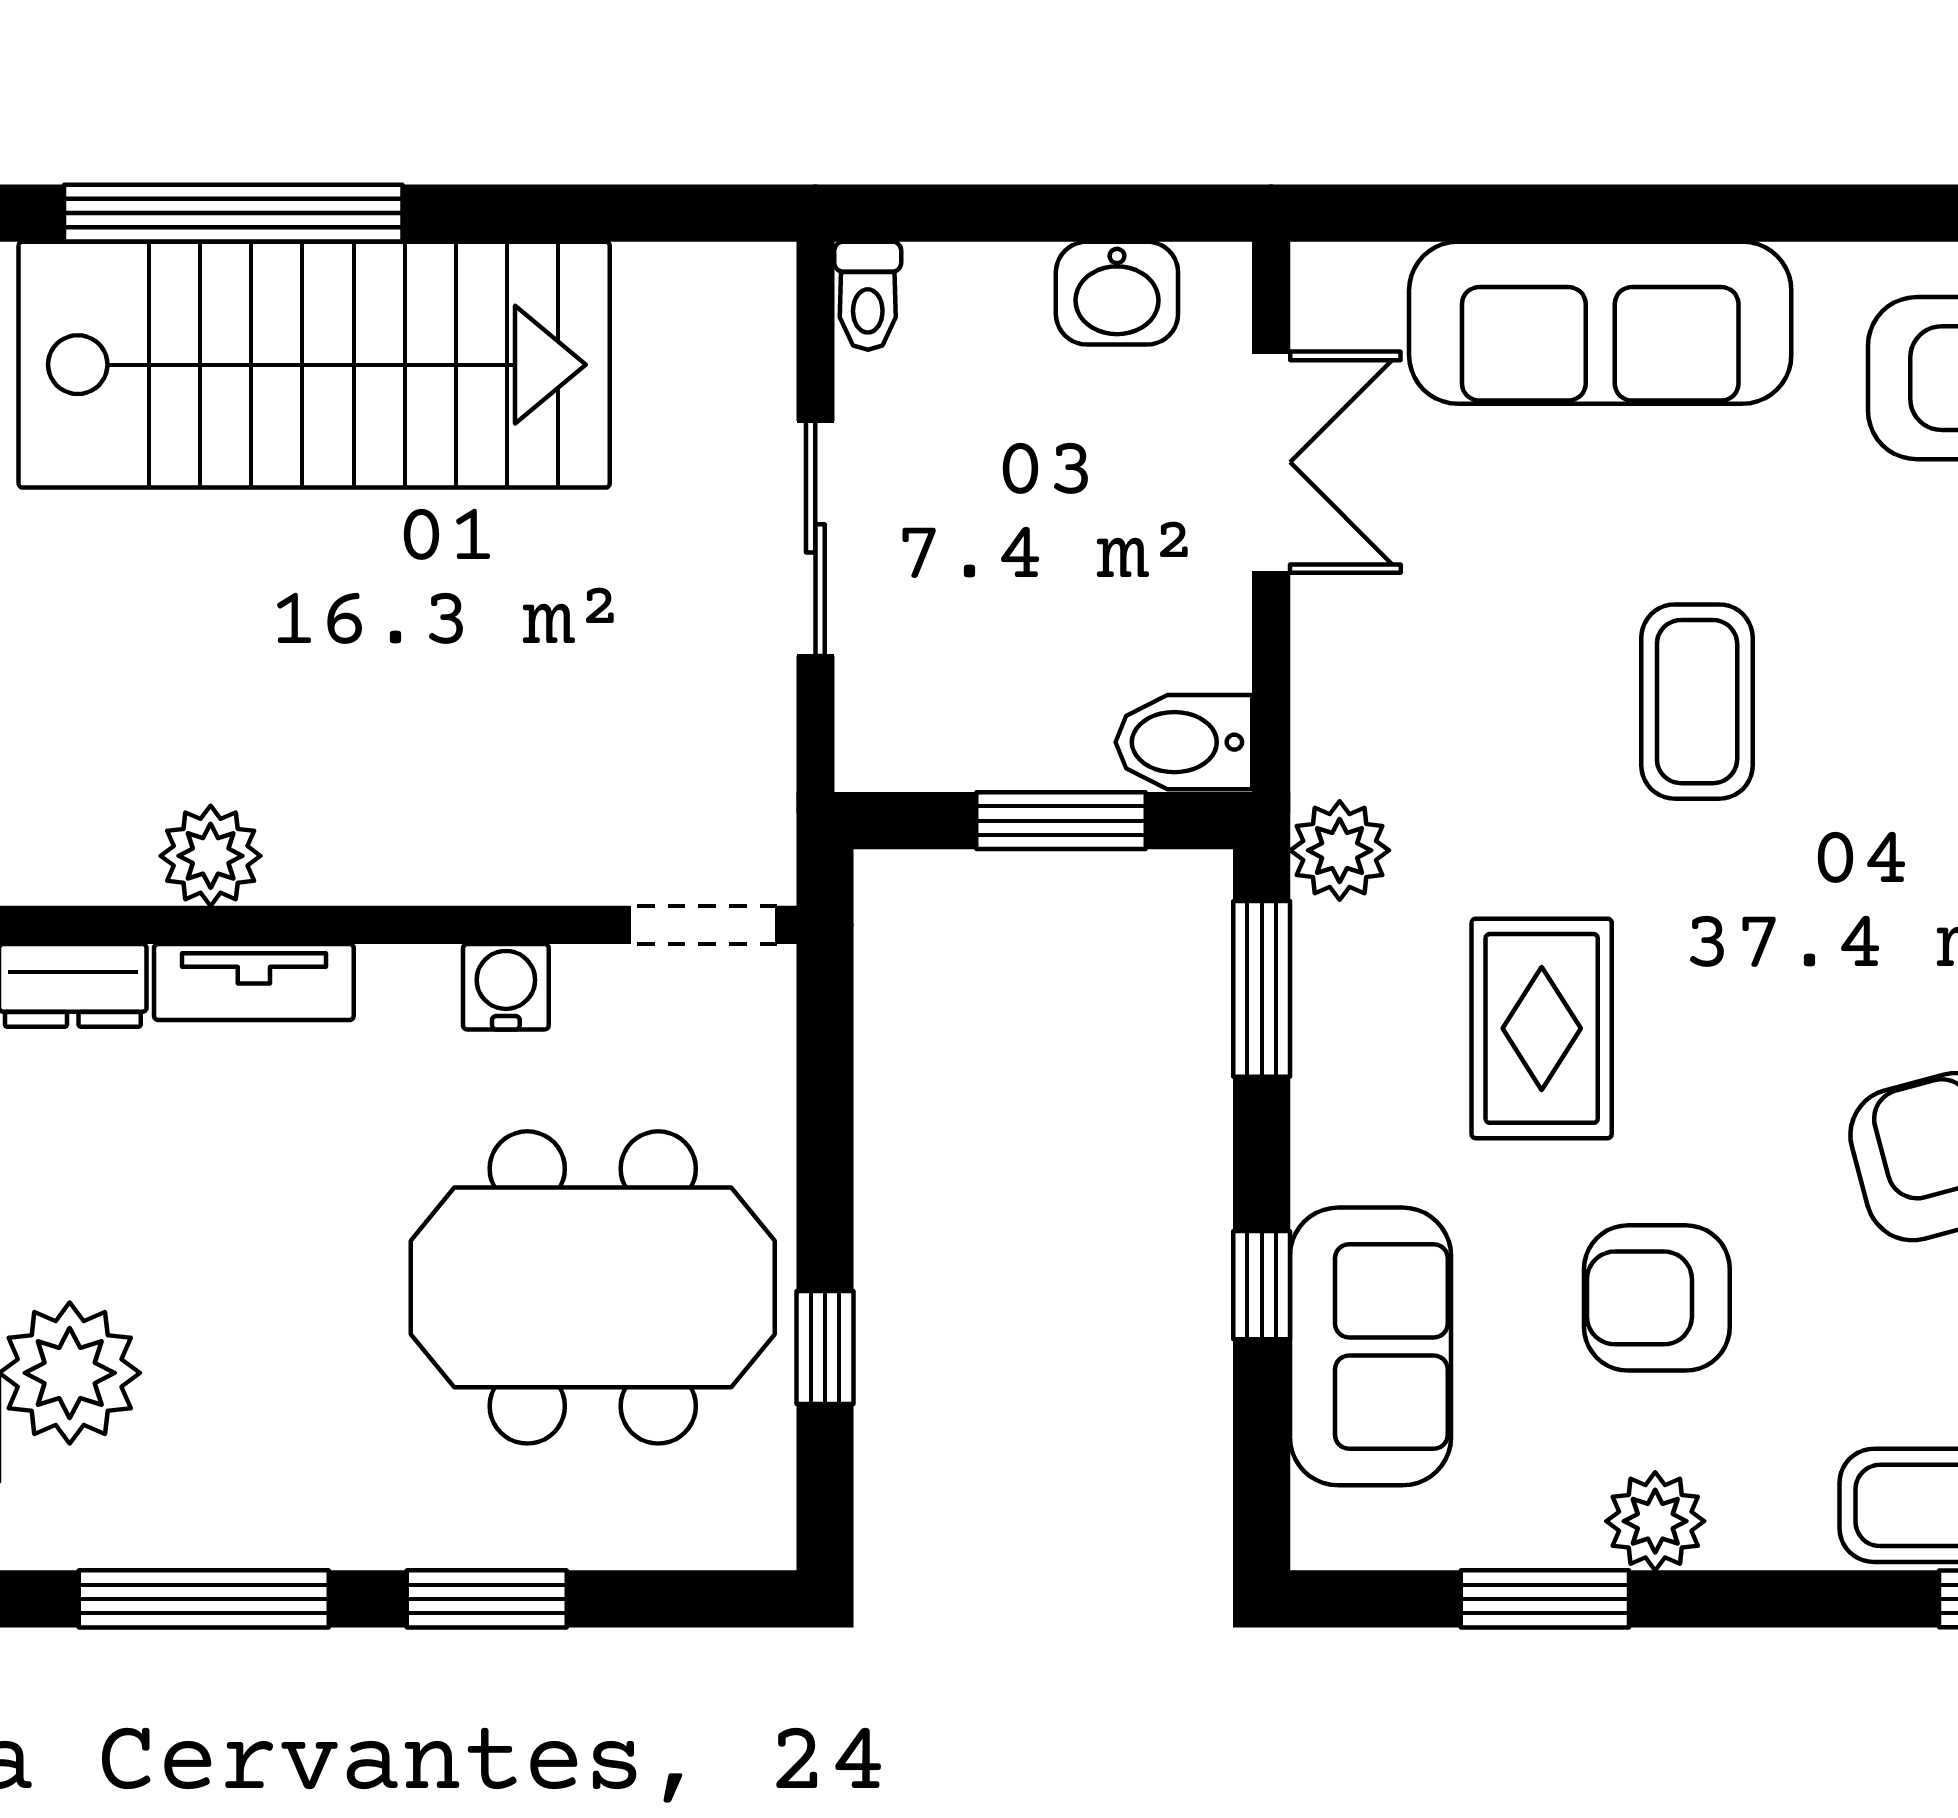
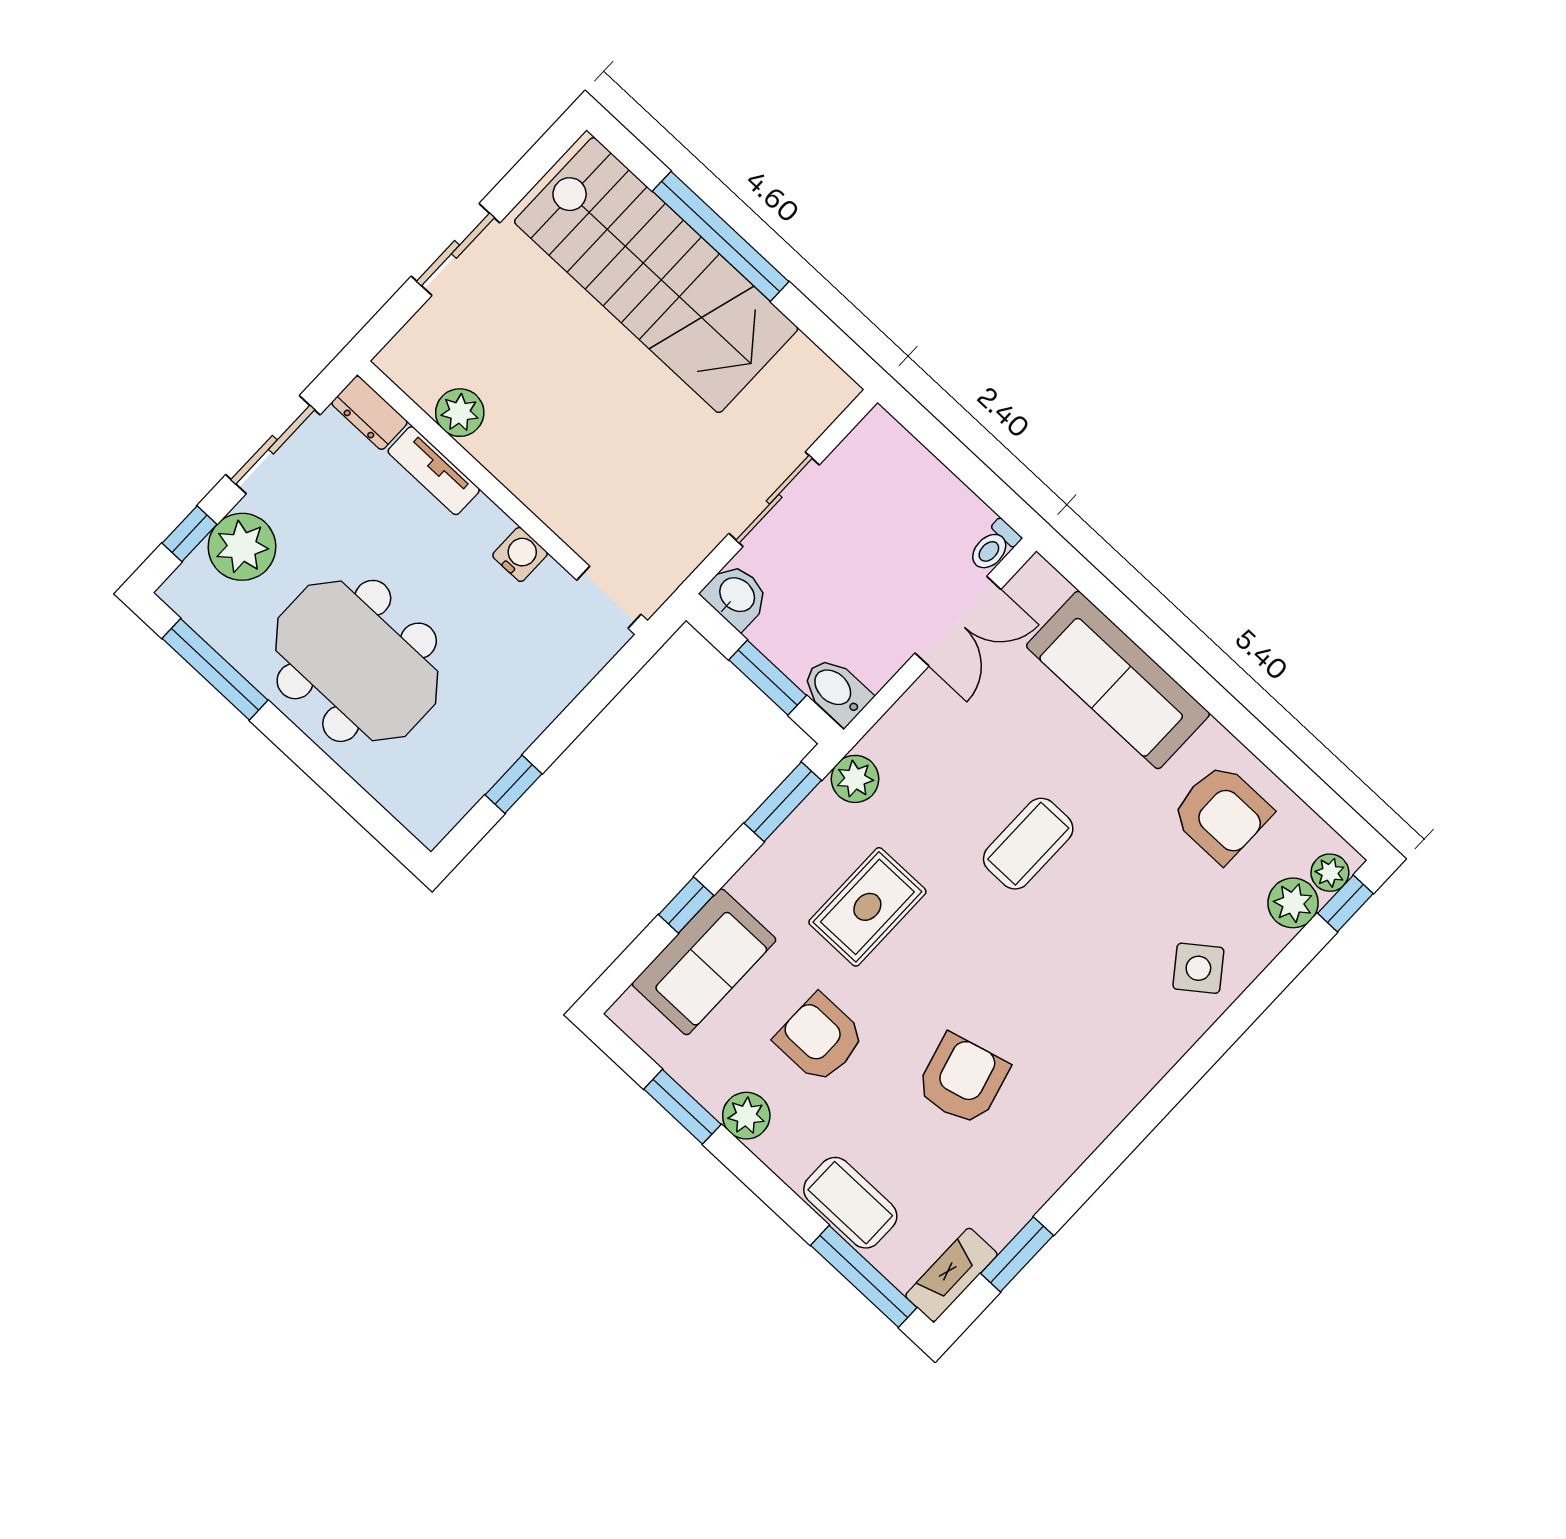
window: (233, 213) -> (721, 236), moved
washbasin: (1117, 293) -> (736, 596), moved, turned 180
toilet: (868, 296) -> (994, 546), moved
meeting table: (593, 1287) -> (357, 661), moved
window: (487, 1599) -> (314, 762), removed

